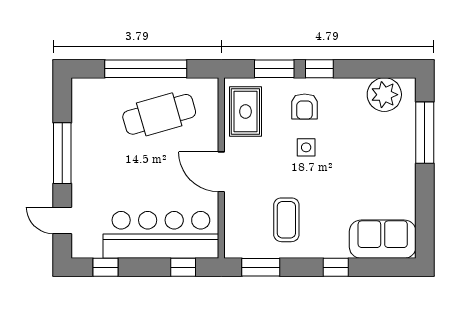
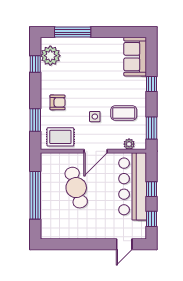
window: (319, 69) -> (35, 64), moved
cafe table: (159, 114) -> (76, 188), moved
side table: (306, 147) -> (95, 117), moved
window: (62, 153) -> (85, 244), removed
plant: (233, 229) -> (129, 144), added
window: (183, 267) -> (152, 189), moved

